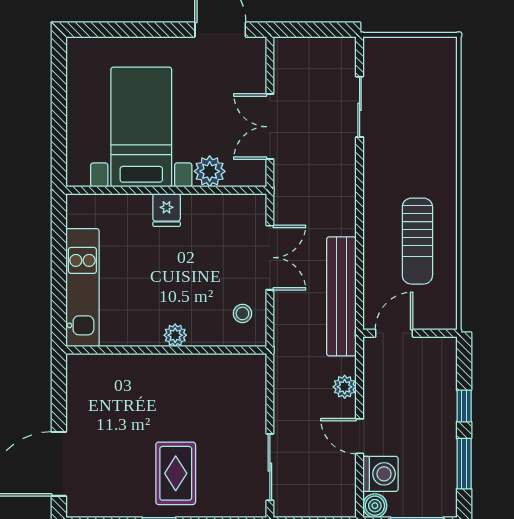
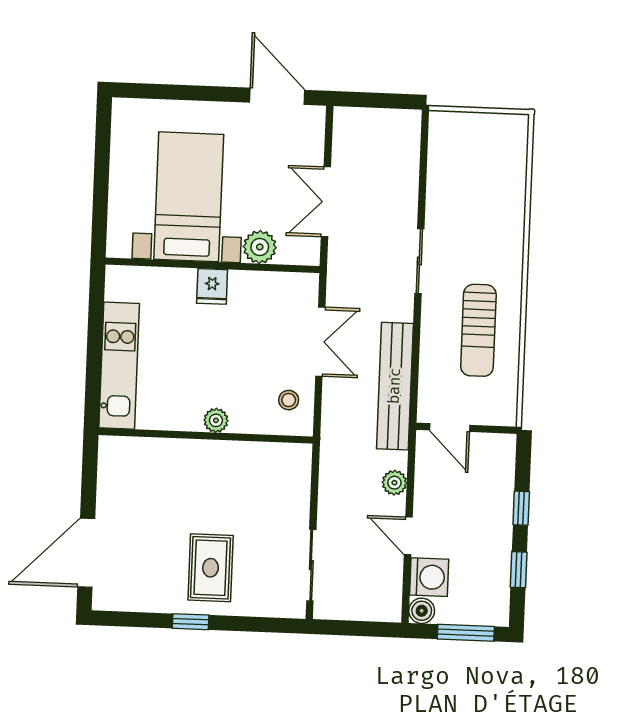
sliding door: (360, 107) -> (419, 261), moved
door: (394, 333) -> (450, 428), swing flipped
window: (464, 464) -> (519, 570), width x0.67

